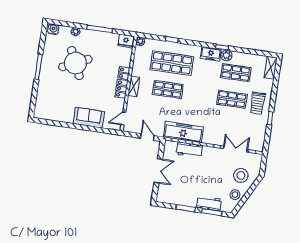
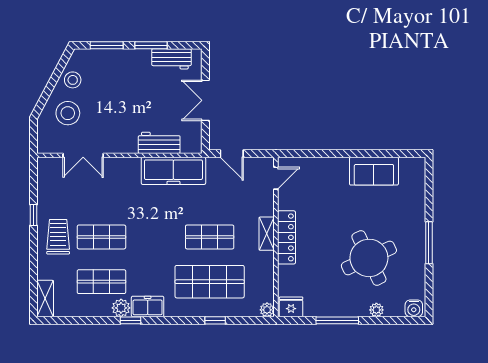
sofa: (89, 118) -> (374, 171), moved
workbench: (209, 204) -> (171, 59), moved

